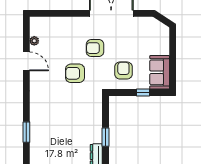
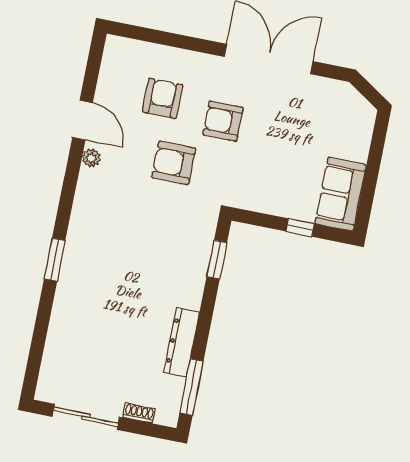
plant: (34, 41) -> (91, 158), moved
armchair: (123, 70) -> (163, 98), moved
window: (106, 137) -> (217, 260), moved

